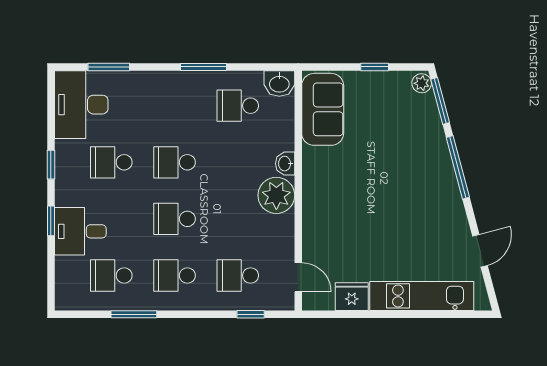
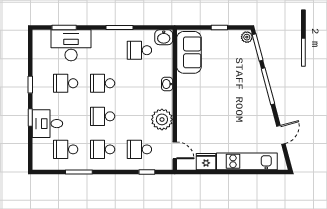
desk: (81, 105) -> (71, 45), moved, turned 90
plant: (276, 195) -> (162, 119), moved

